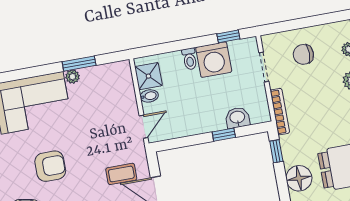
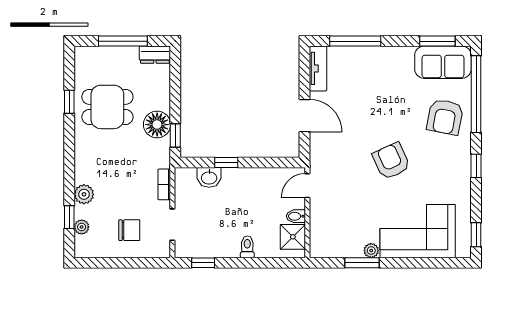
washing machine: (214, 60) -> (223, 242), removed
bookcase: (280, 112) -> (164, 184), width x0.64
armchair: (50, 166) -> (391, 161), moved, turned 65
coffee table: (121, 174) -> (339, 141), removed
floor lamp: (299, 178) -> (157, 125), moved

